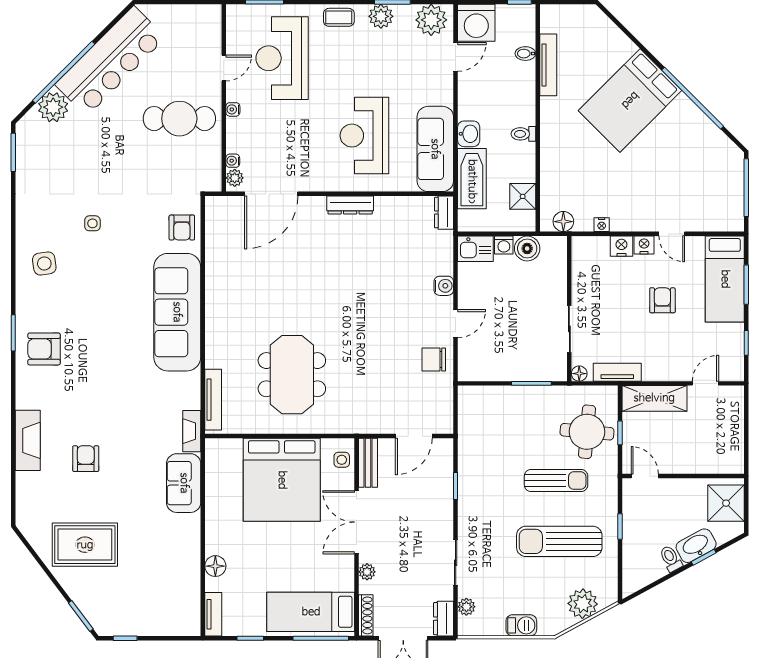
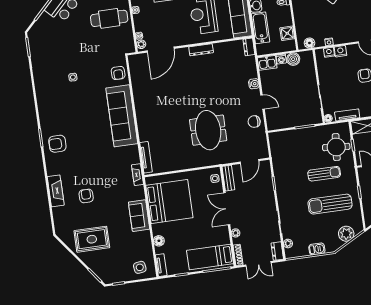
plant: (53, 107) -> (45, 22), removed
nightstand: (644, 245) -> (329, 52), moved
side table: (44, 263) -> (140, 267), moved
door: (456, 324) -> (263, 102), hinge flipped
meeting table: (292, 375) -> (208, 130), moved
bed: (282, 480) -> (169, 201), moved, turned -90
sofa: (184, 483) -> (139, 216), moved

